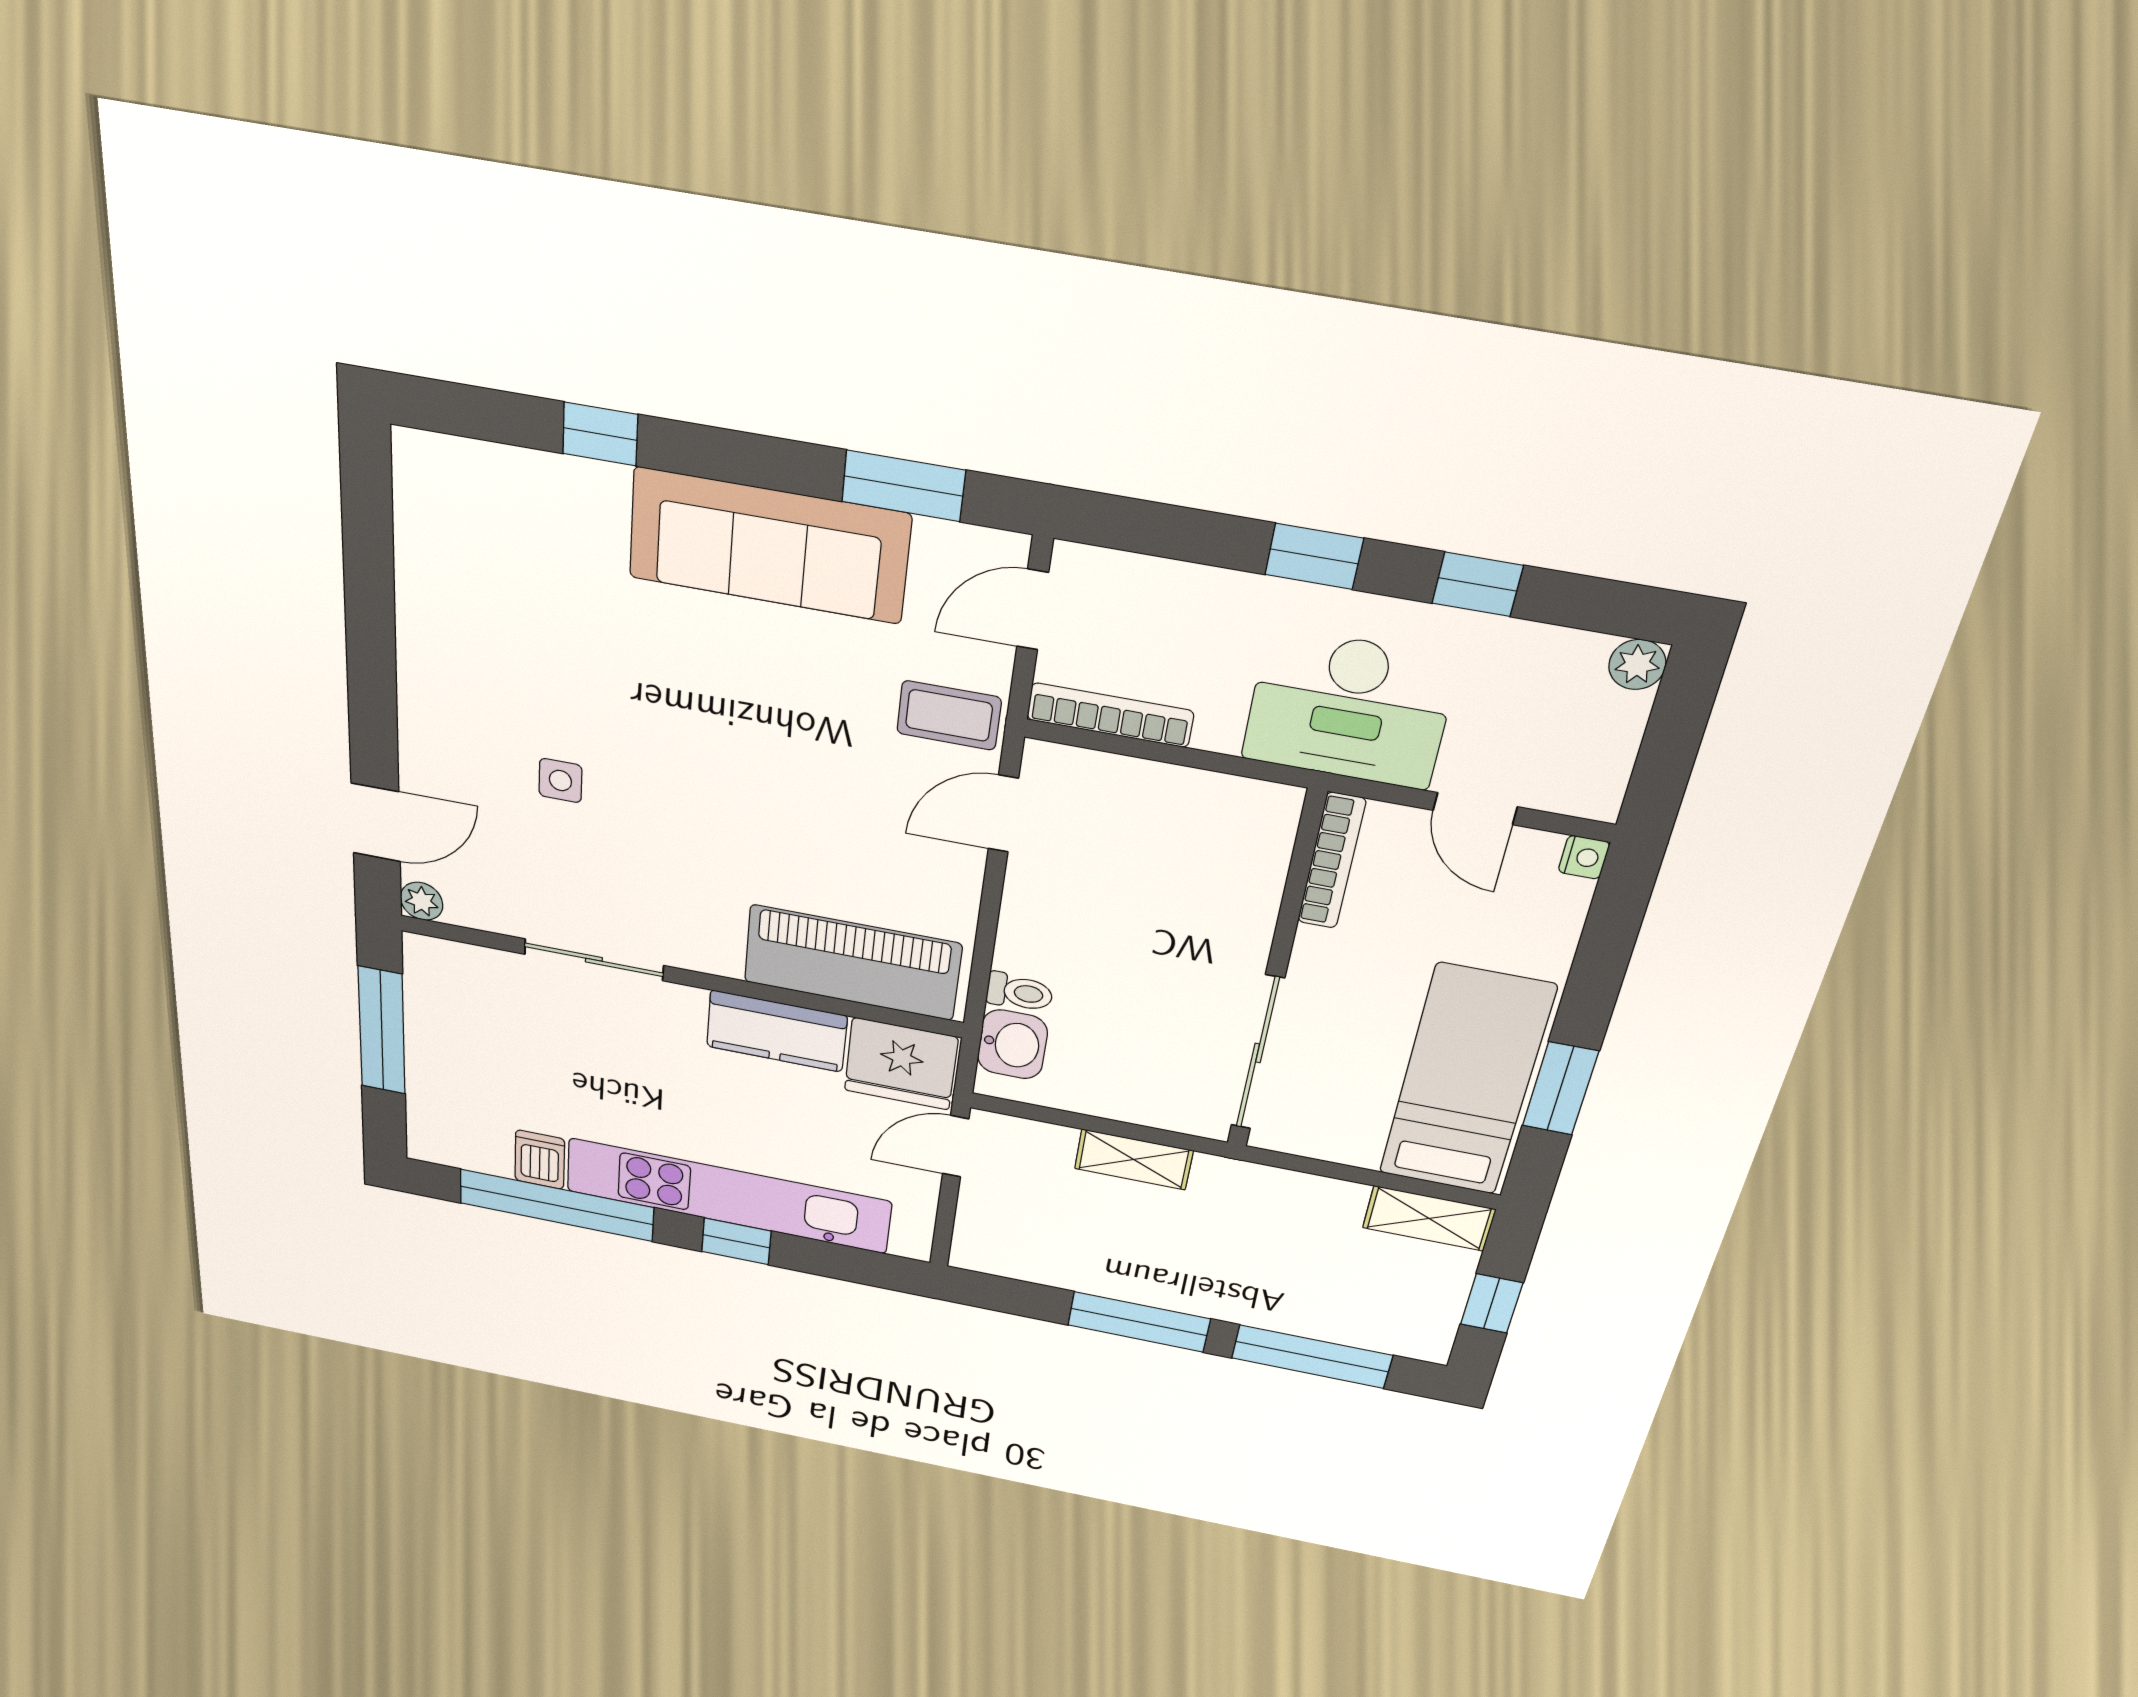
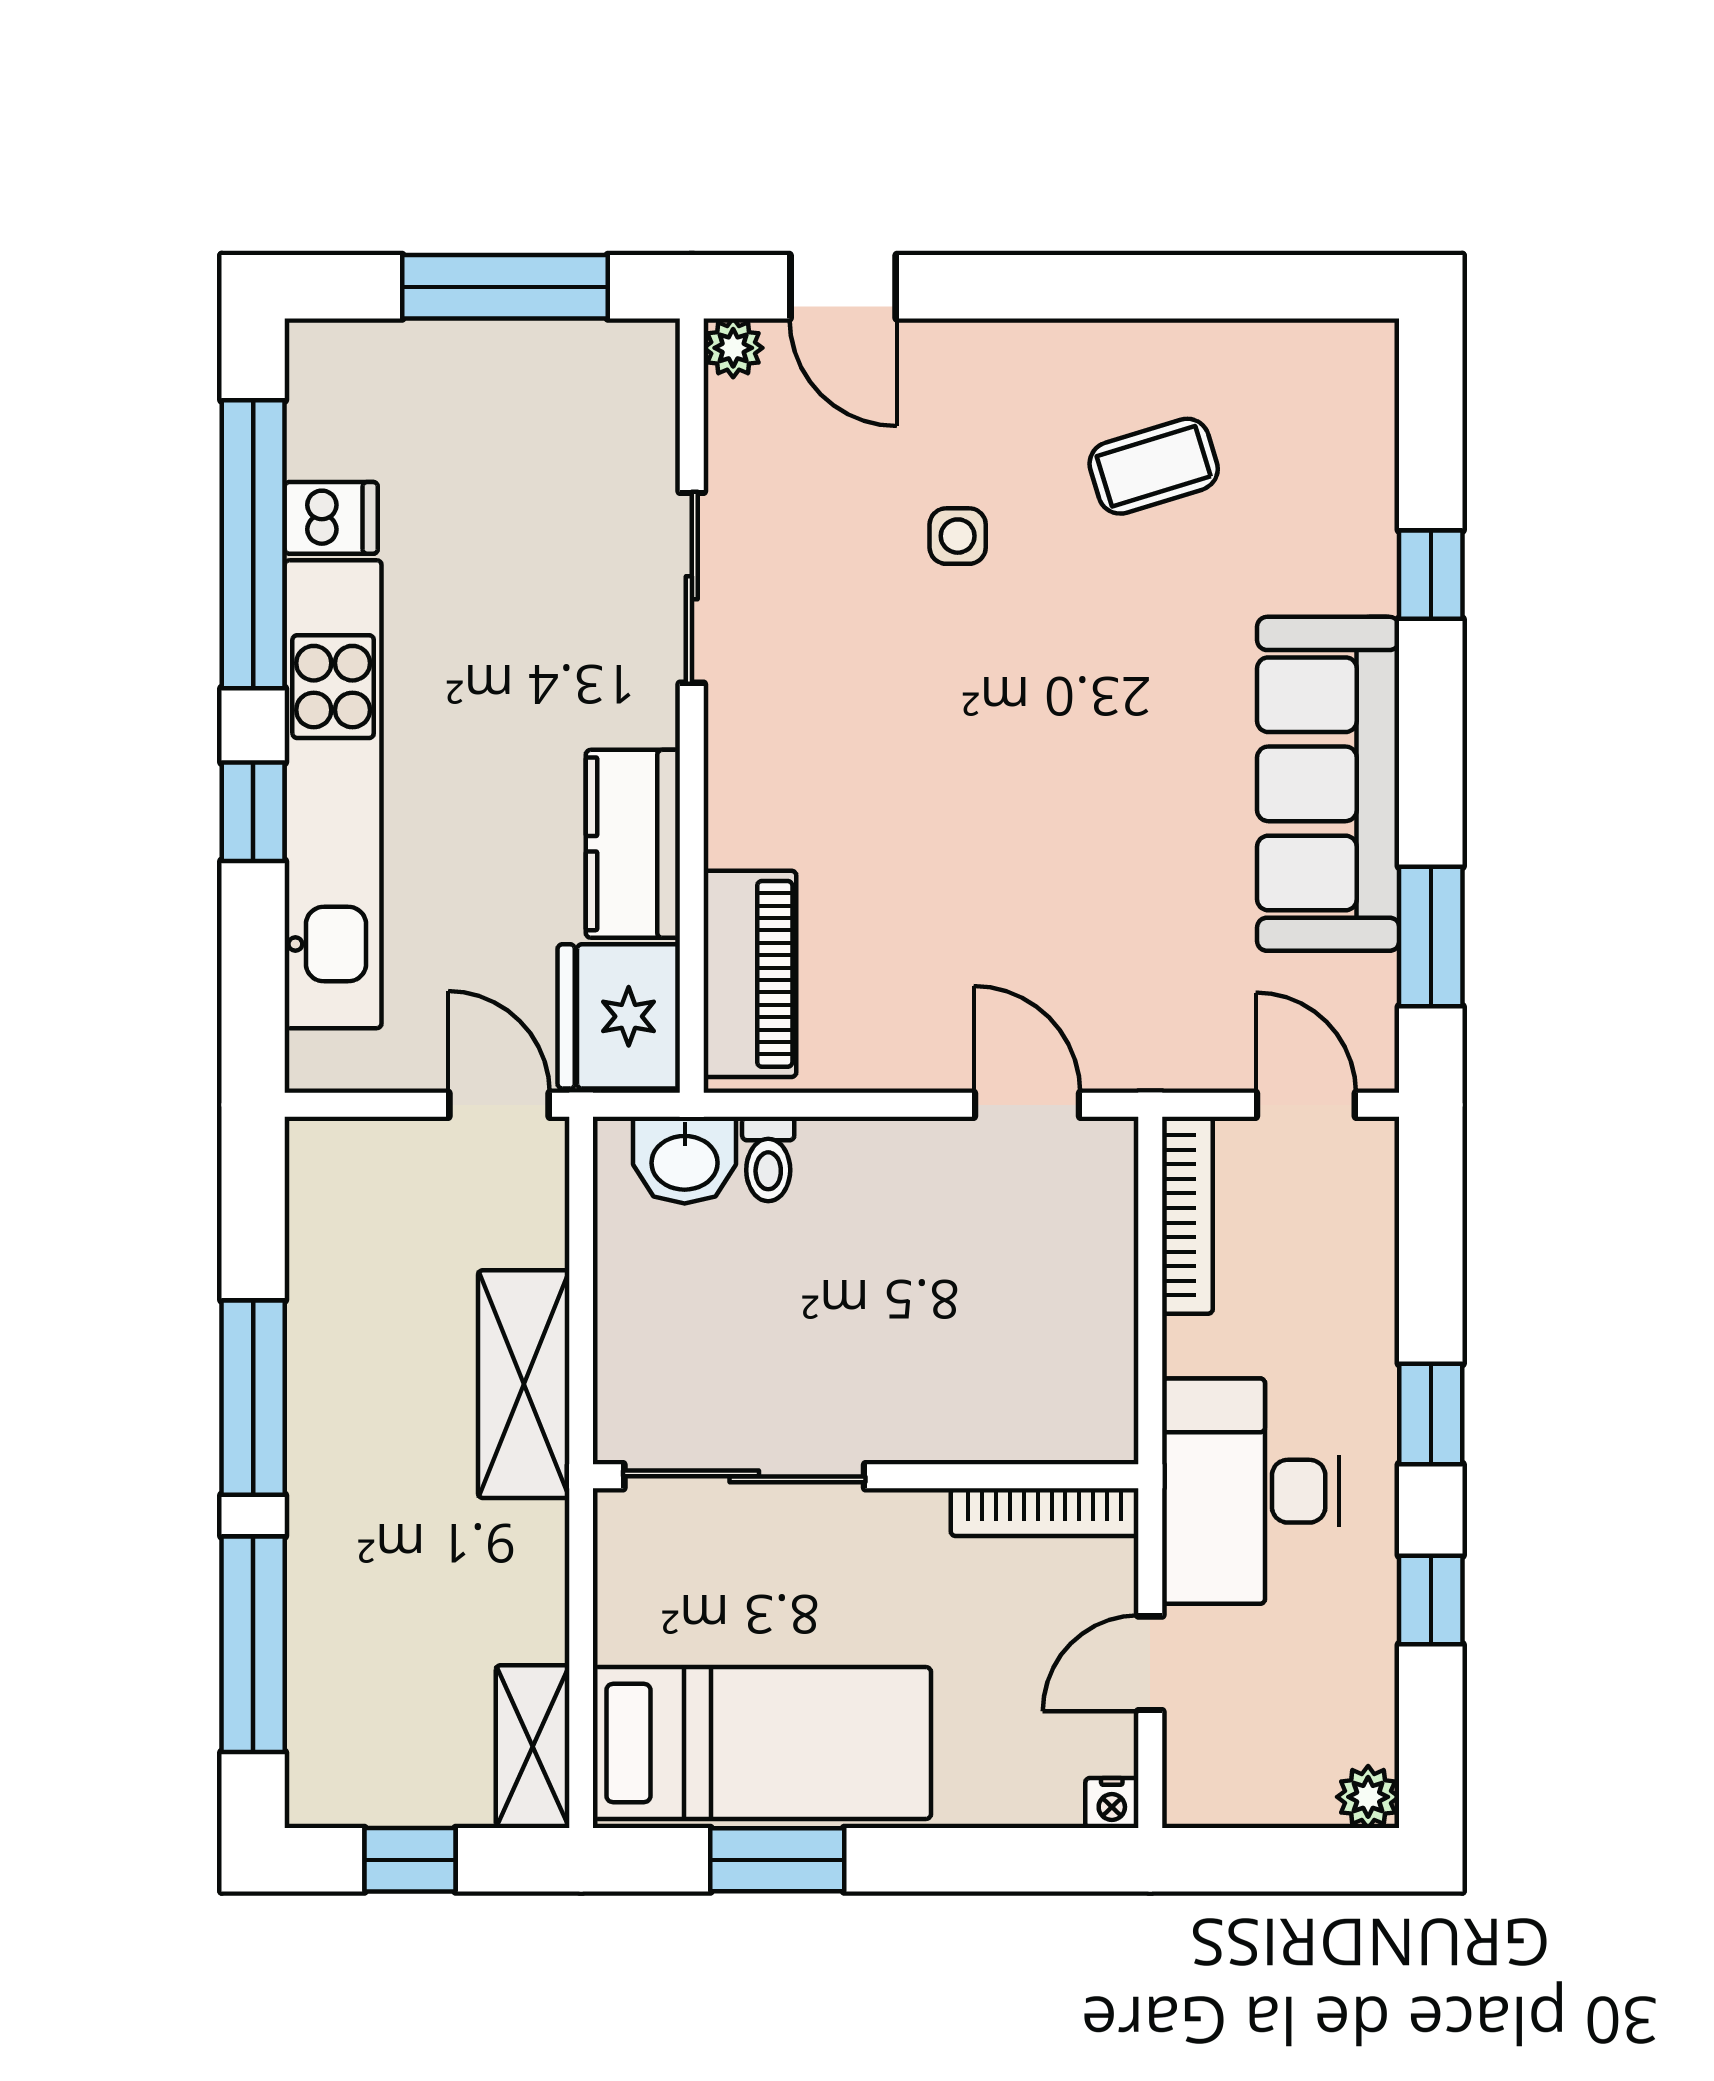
coffee table: (949, 715) -> (1154, 466), moved, turned 73
piano: (852, 963) -> (750, 974), width x0.73, depth x0.75
shelving: (1134, 1160) -> (524, 1384), width x1.50, depth x1.33

